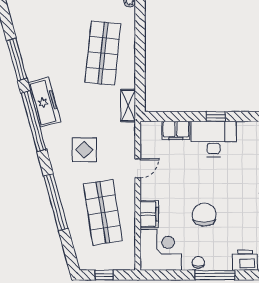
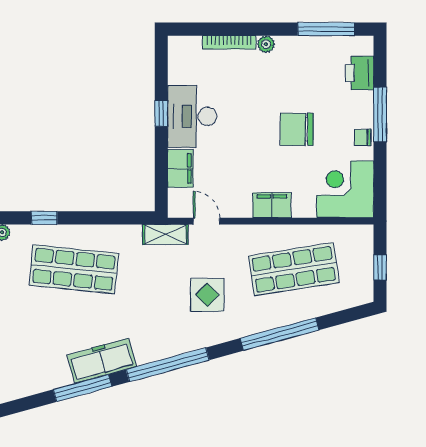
window: (140, 32) -> (44, 218), added
freezer: (44, 102) -> (102, 361), moved
shelving: (128, 106) -> (165, 234), moved
door: (138, 168) -> (206, 221), moved
filing cabinet: (149, 214) -> (272, 205), moved

